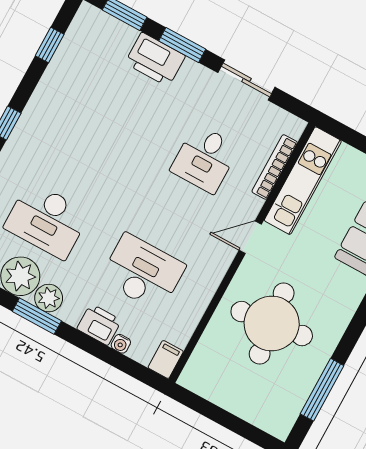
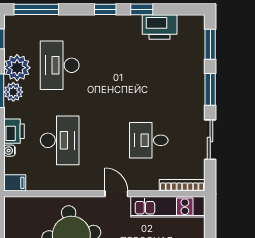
window: (50, 45) -> (142, 9), moved
printer: (155, 59) -> (160, 27), moved, turned -90
bookcase: (275, 167) -> (182, 185), moved

